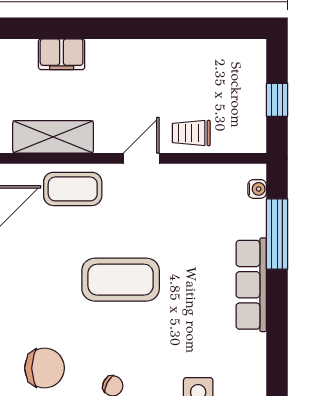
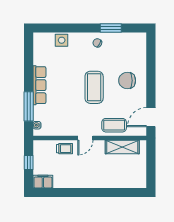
filing cabinet: (62, 54) -> (43, 182), moved
coffee table: (121, 280) -> (94, 87), turned 90
chair: (44, 368) -> (127, 81), moved

